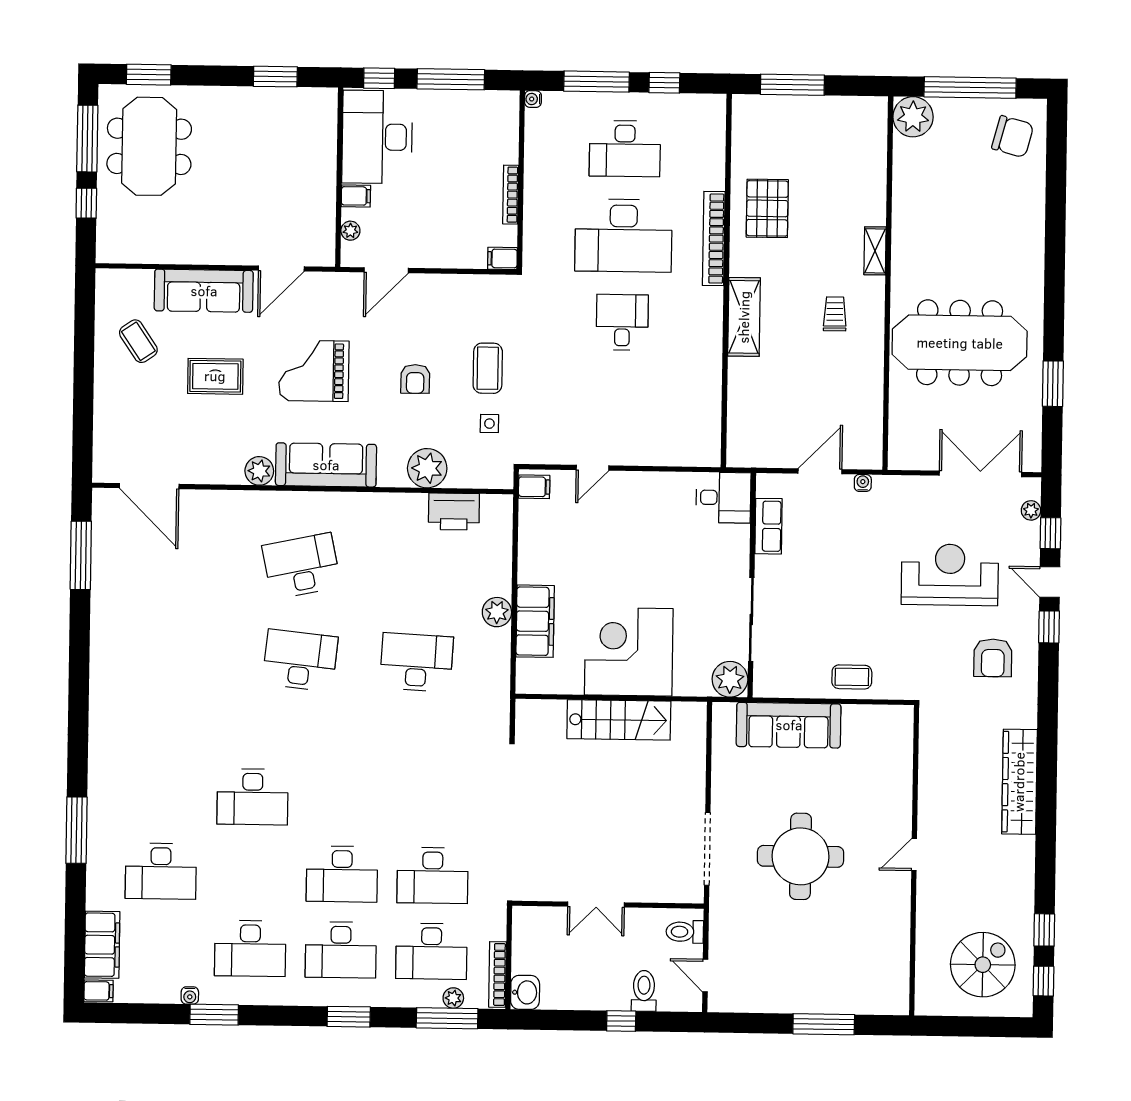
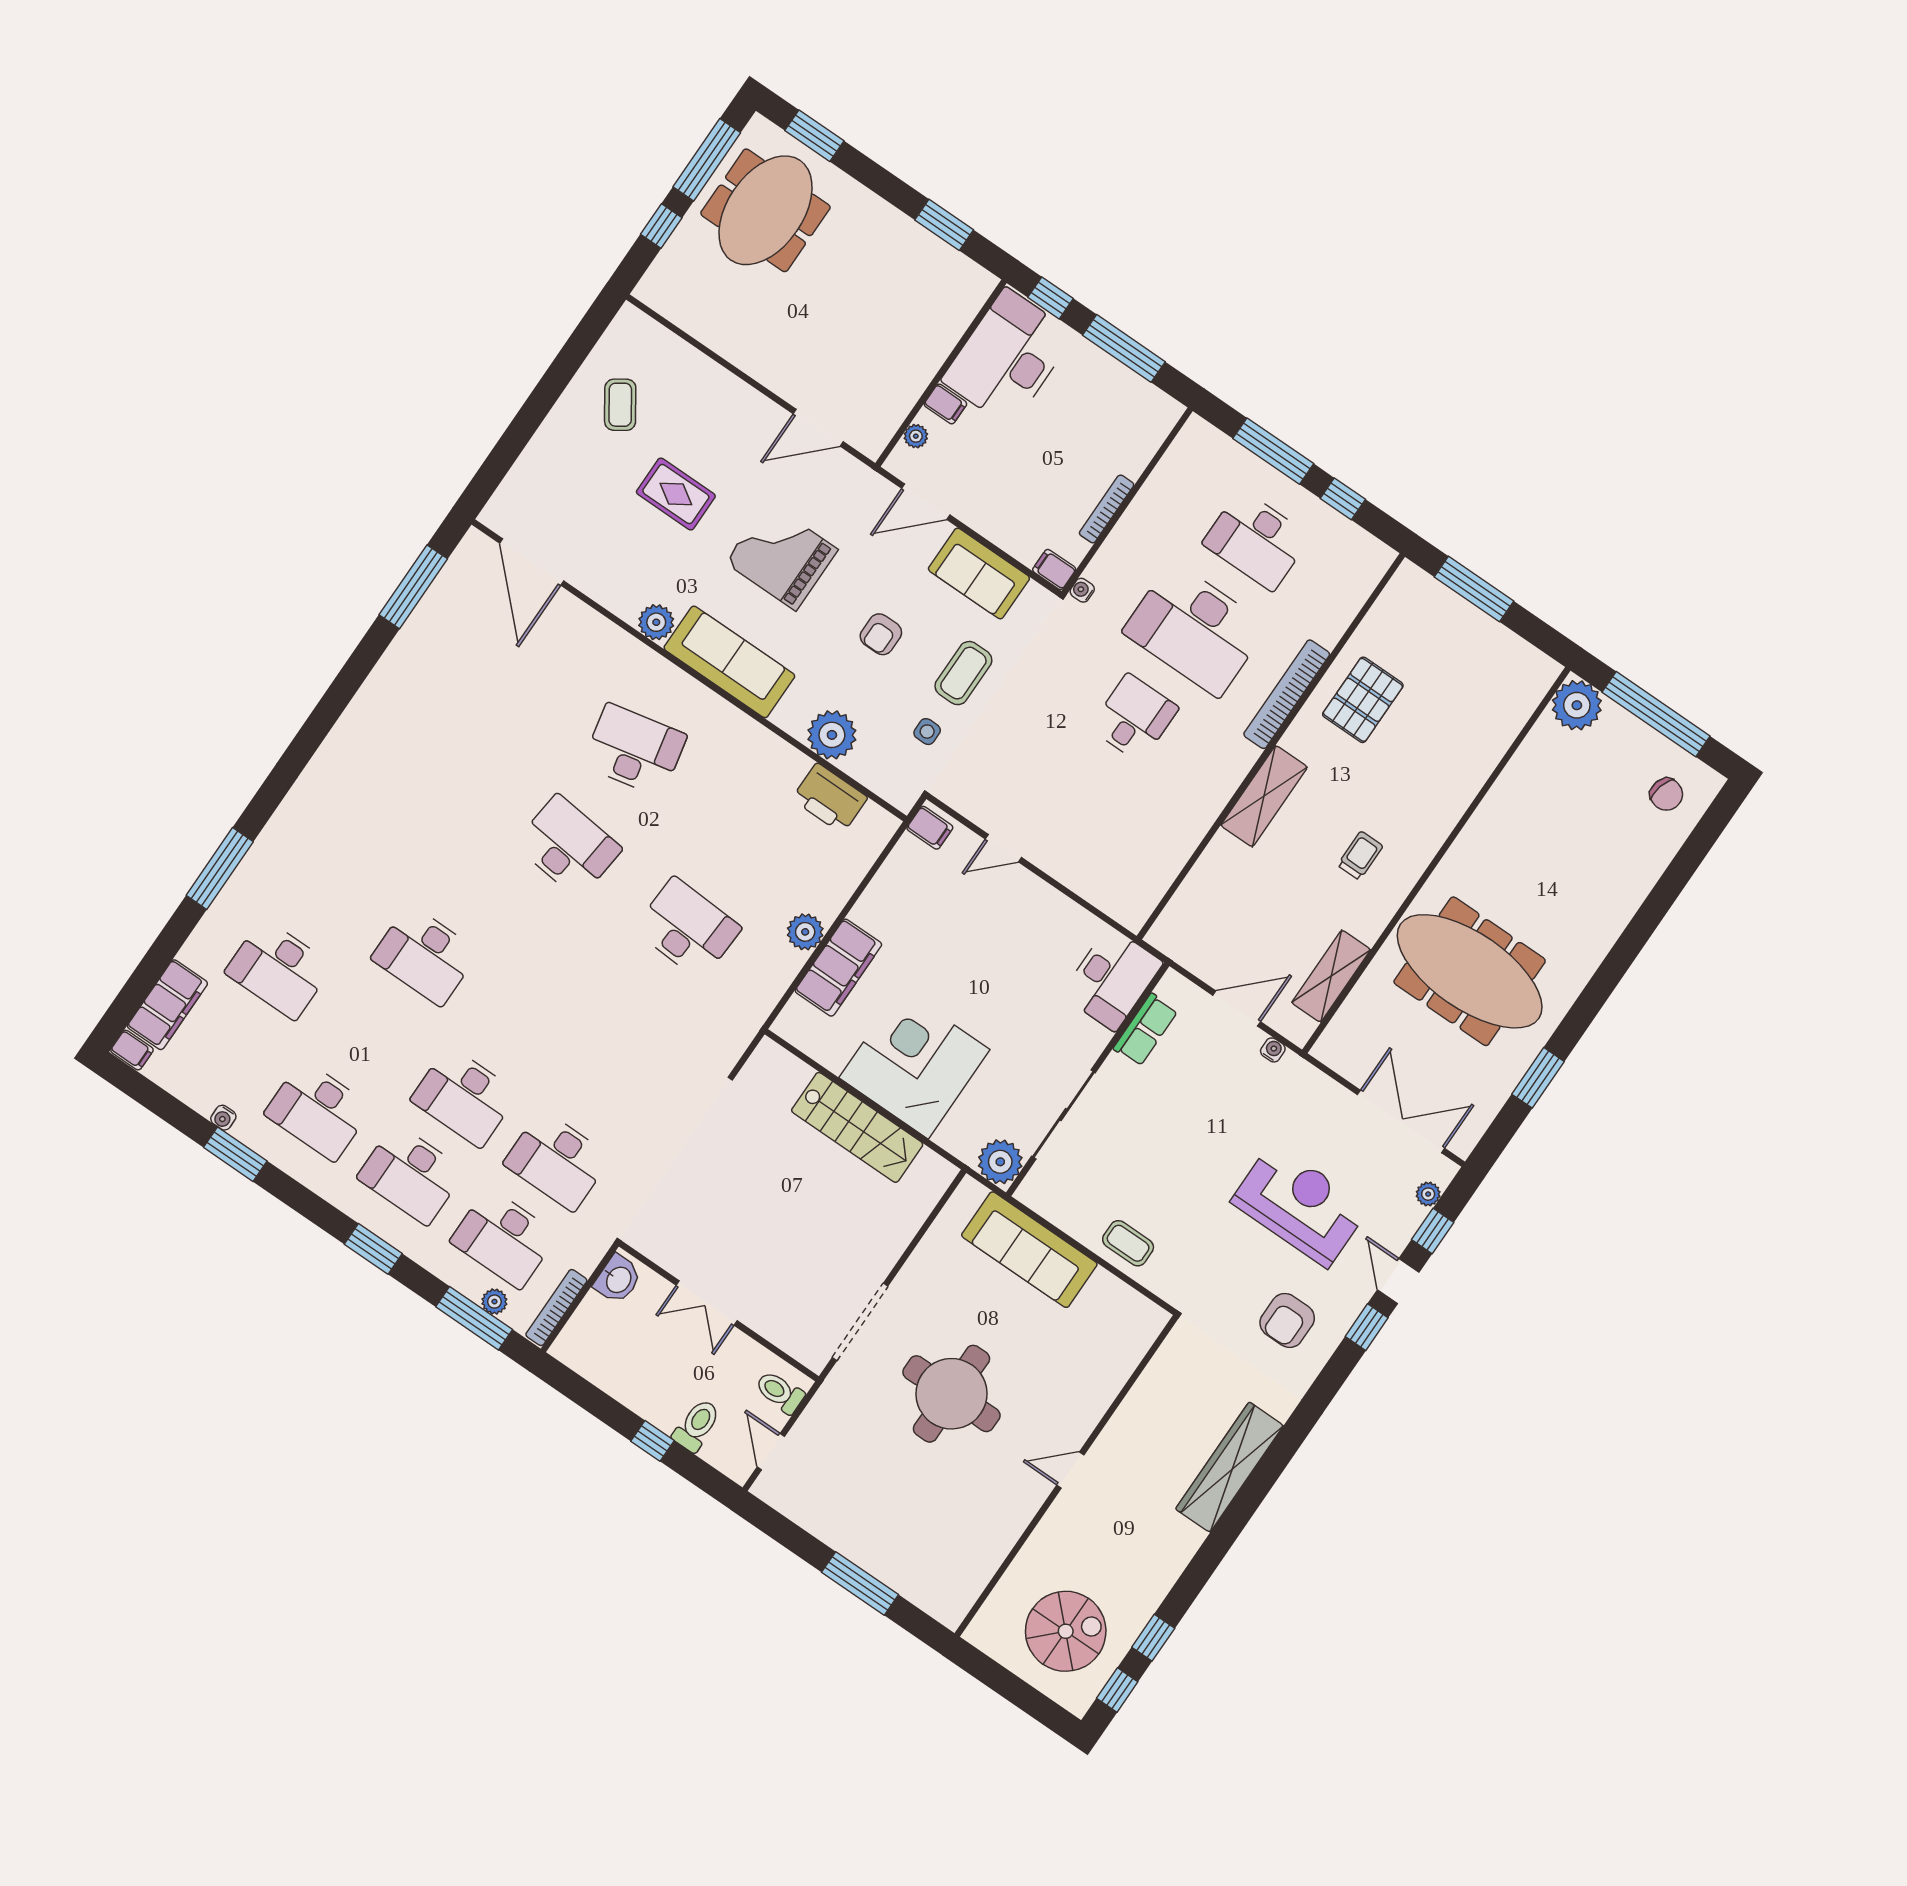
water cooler: (533, 99) -> (1082, 590), moved
chair: (1013, 137) -> (1666, 794), width x0.73, depth x0.73
shelving: (875, 251) -> (1331, 976), moved, width x1.50, depth x1.33
sofa: (204, 291) -> (979, 573), moved, width x0.73
desk: (723, 498) -> (1112, 979), width x1.37
washbasin: (525, 992) -> (618, 1279), moved

